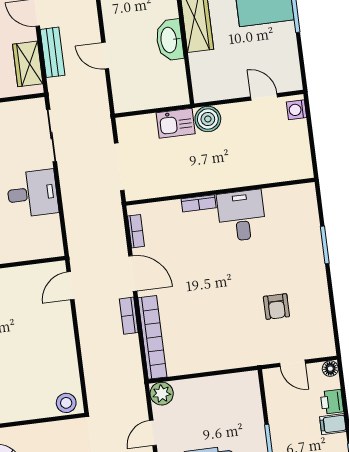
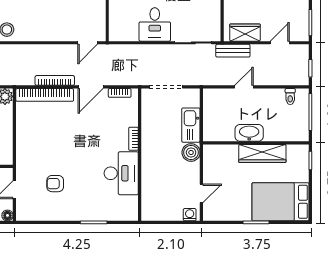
bench: (52, 52) -> (233, 51), moved
kitchen sink: (176, 123) -> (191, 125), width x1.38
desk: (242, 216) -> (121, 173), width x1.37
door: (70, 286) -> (88, 43), swing flipped
bookcase: (129, 316) -> (55, 80), width x1.56

